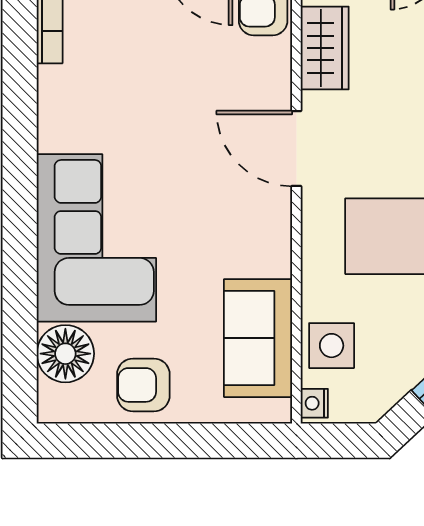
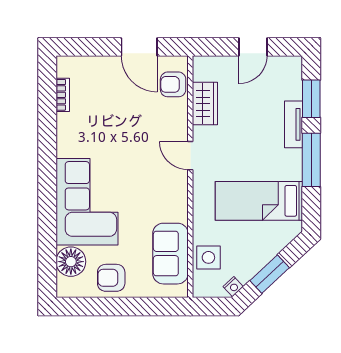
door: (296, 148) -> (190, 156), width x0.73
nightstand: (314, 403) -> (233, 287), moved, turned -133

